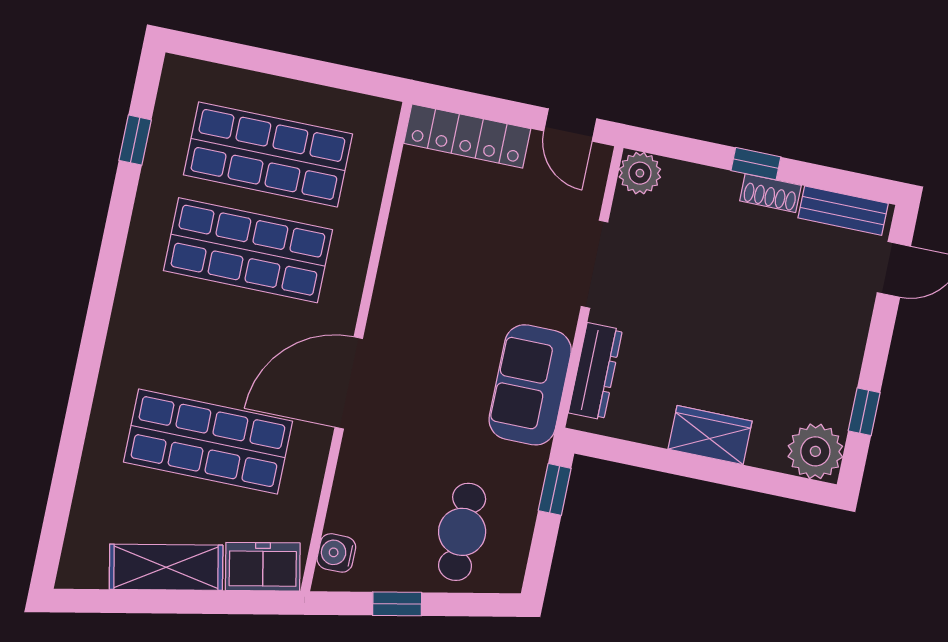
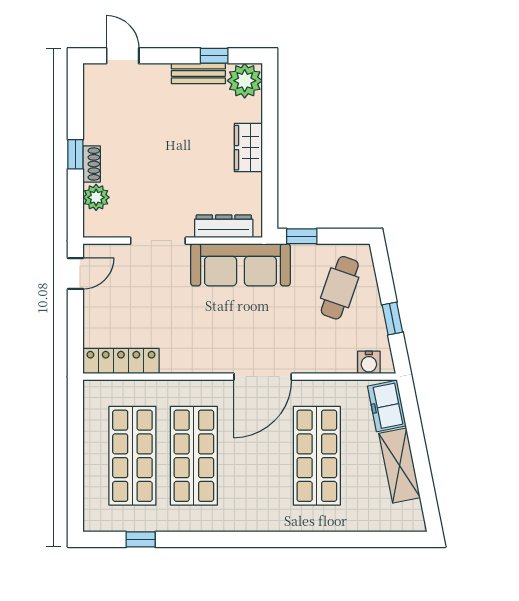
locker: (467, 136) -> (121, 361), moved, turned -90
plant: (640, 173) -> (96, 197), moved
shoe rack: (770, 193) -> (92, 164), moved
bench: (843, 211) -> (198, 73), moved, turned 90
door: (349, 383) -> (263, 377), hinge flipped
sofa: (530, 385) -> (240, 265), width x1.36
cafe table: (462, 532) -> (340, 288), turned -71

